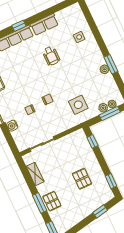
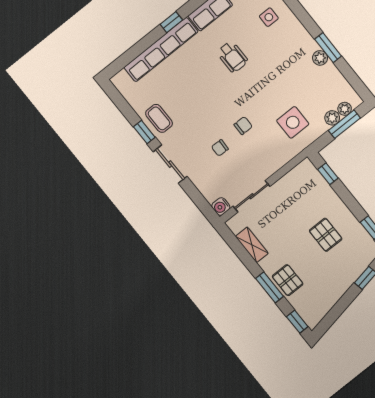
water cooler: (12, 126) -> (221, 207), moved

